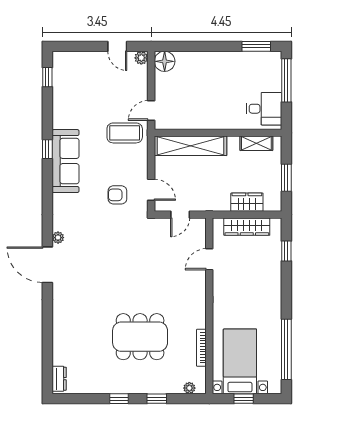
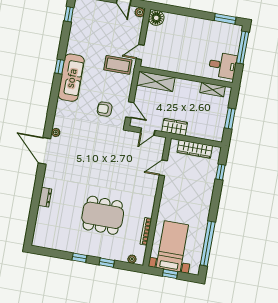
shelving: (190, 146) -> (156, 81), width x0.68
wardrobe: (247, 202) -> (175, 127), moved
dresser: (59, 379) -> (45, 197), moved

